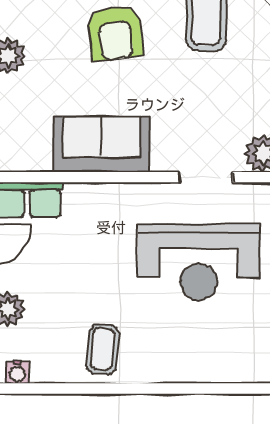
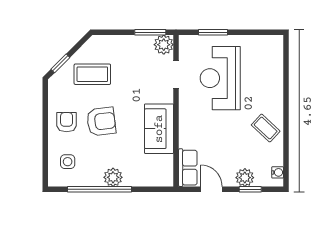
reception desk: (199, 262) -> (220, 78), turned 180
coffee table: (103, 349) -> (266, 128), turned 37

